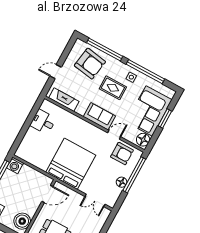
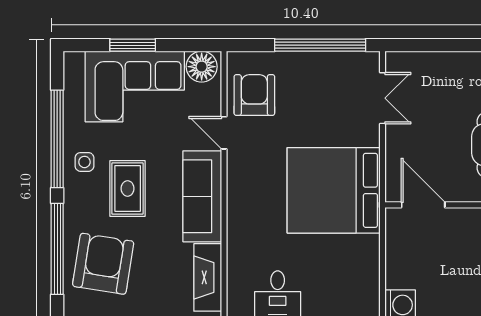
sofa: (99, 116) -> (202, 196), width x1.36
window: (134, 175) -> (320, 45), moved
floor lamp: (122, 182) -> (315, 63), removed

